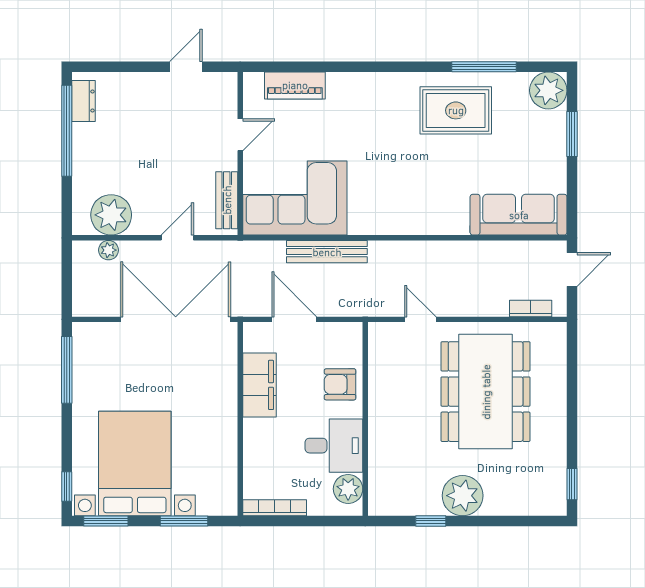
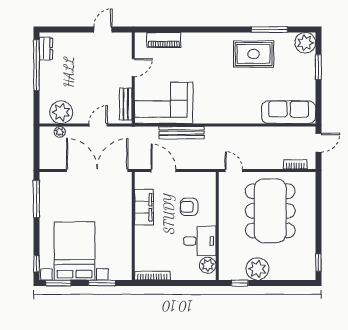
wall: (365, 419) -> (217, 226), moved
desk: (334, 446) -> (200, 241), moved
plant: (348, 489) -> (208, 265), moved

